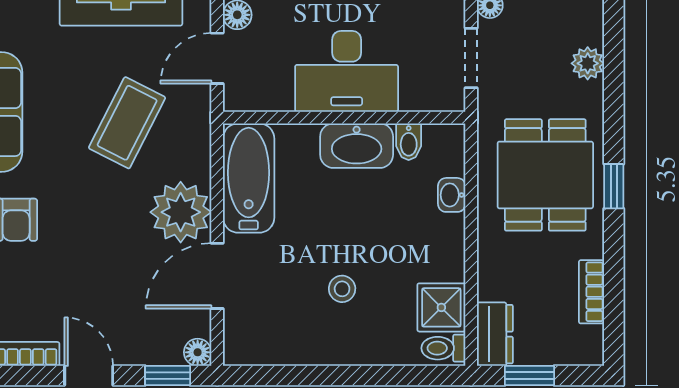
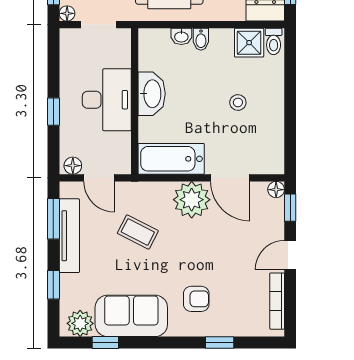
coffee table: (127, 123) -> (138, 232), width x0.73, depth x0.77
bidet: (409, 142) -> (201, 39), moved, turned 90

